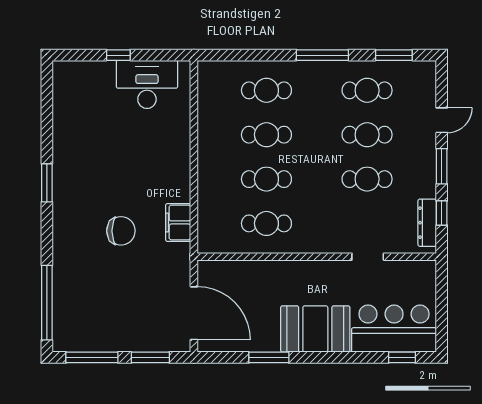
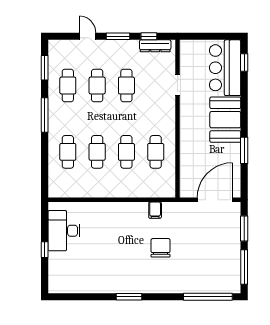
filing cabinet: (178, 222) -> (155, 210), width x0.50

